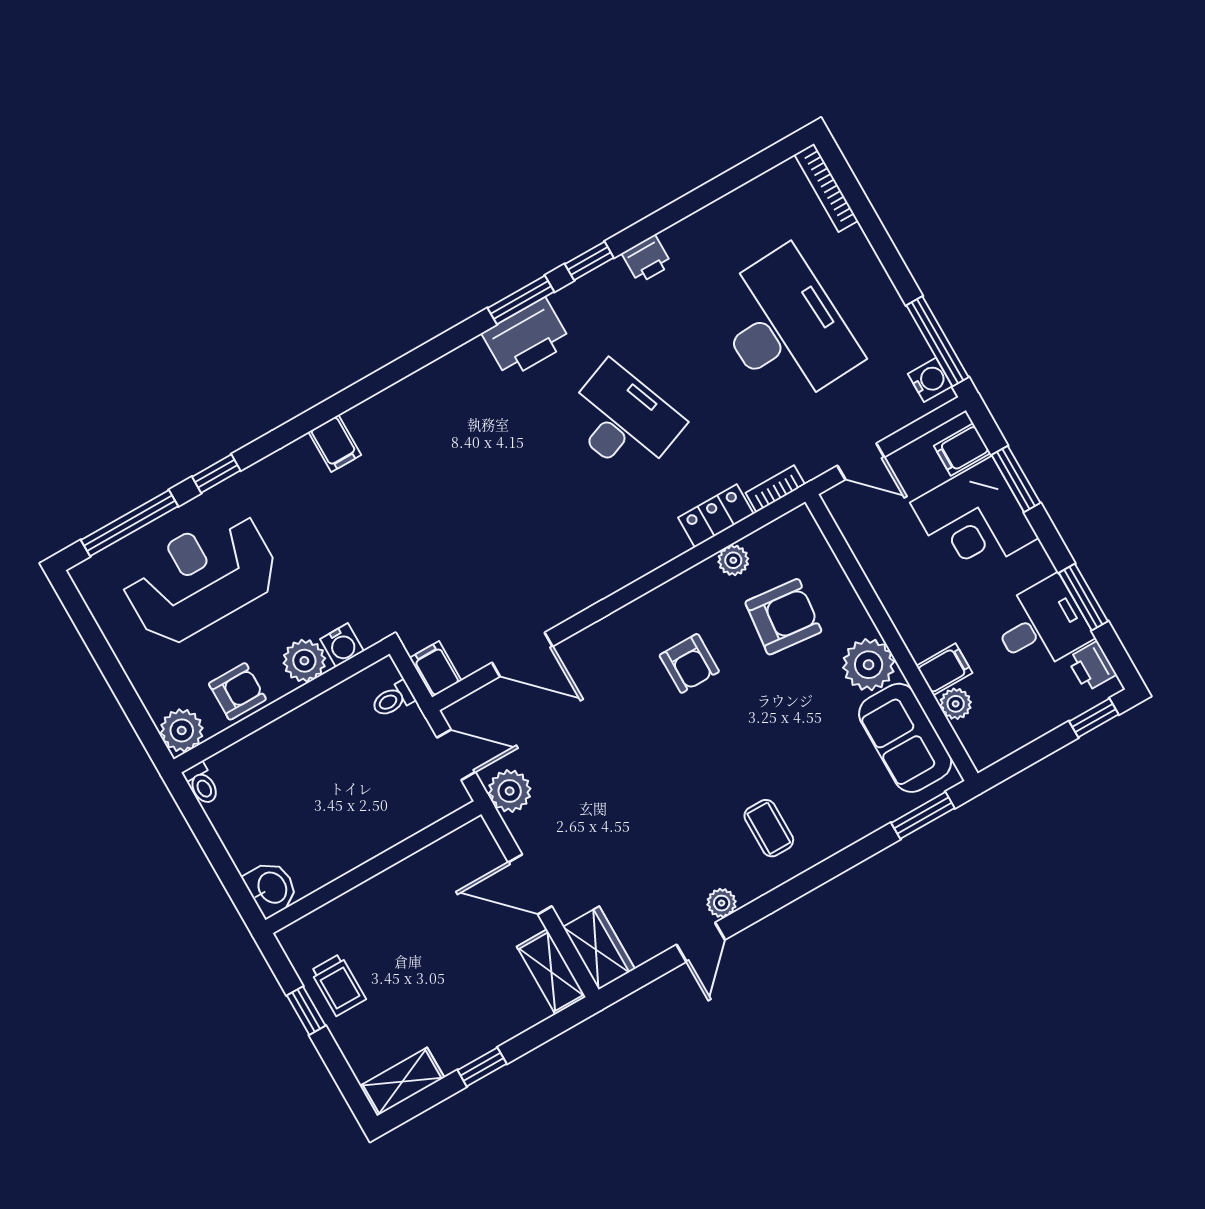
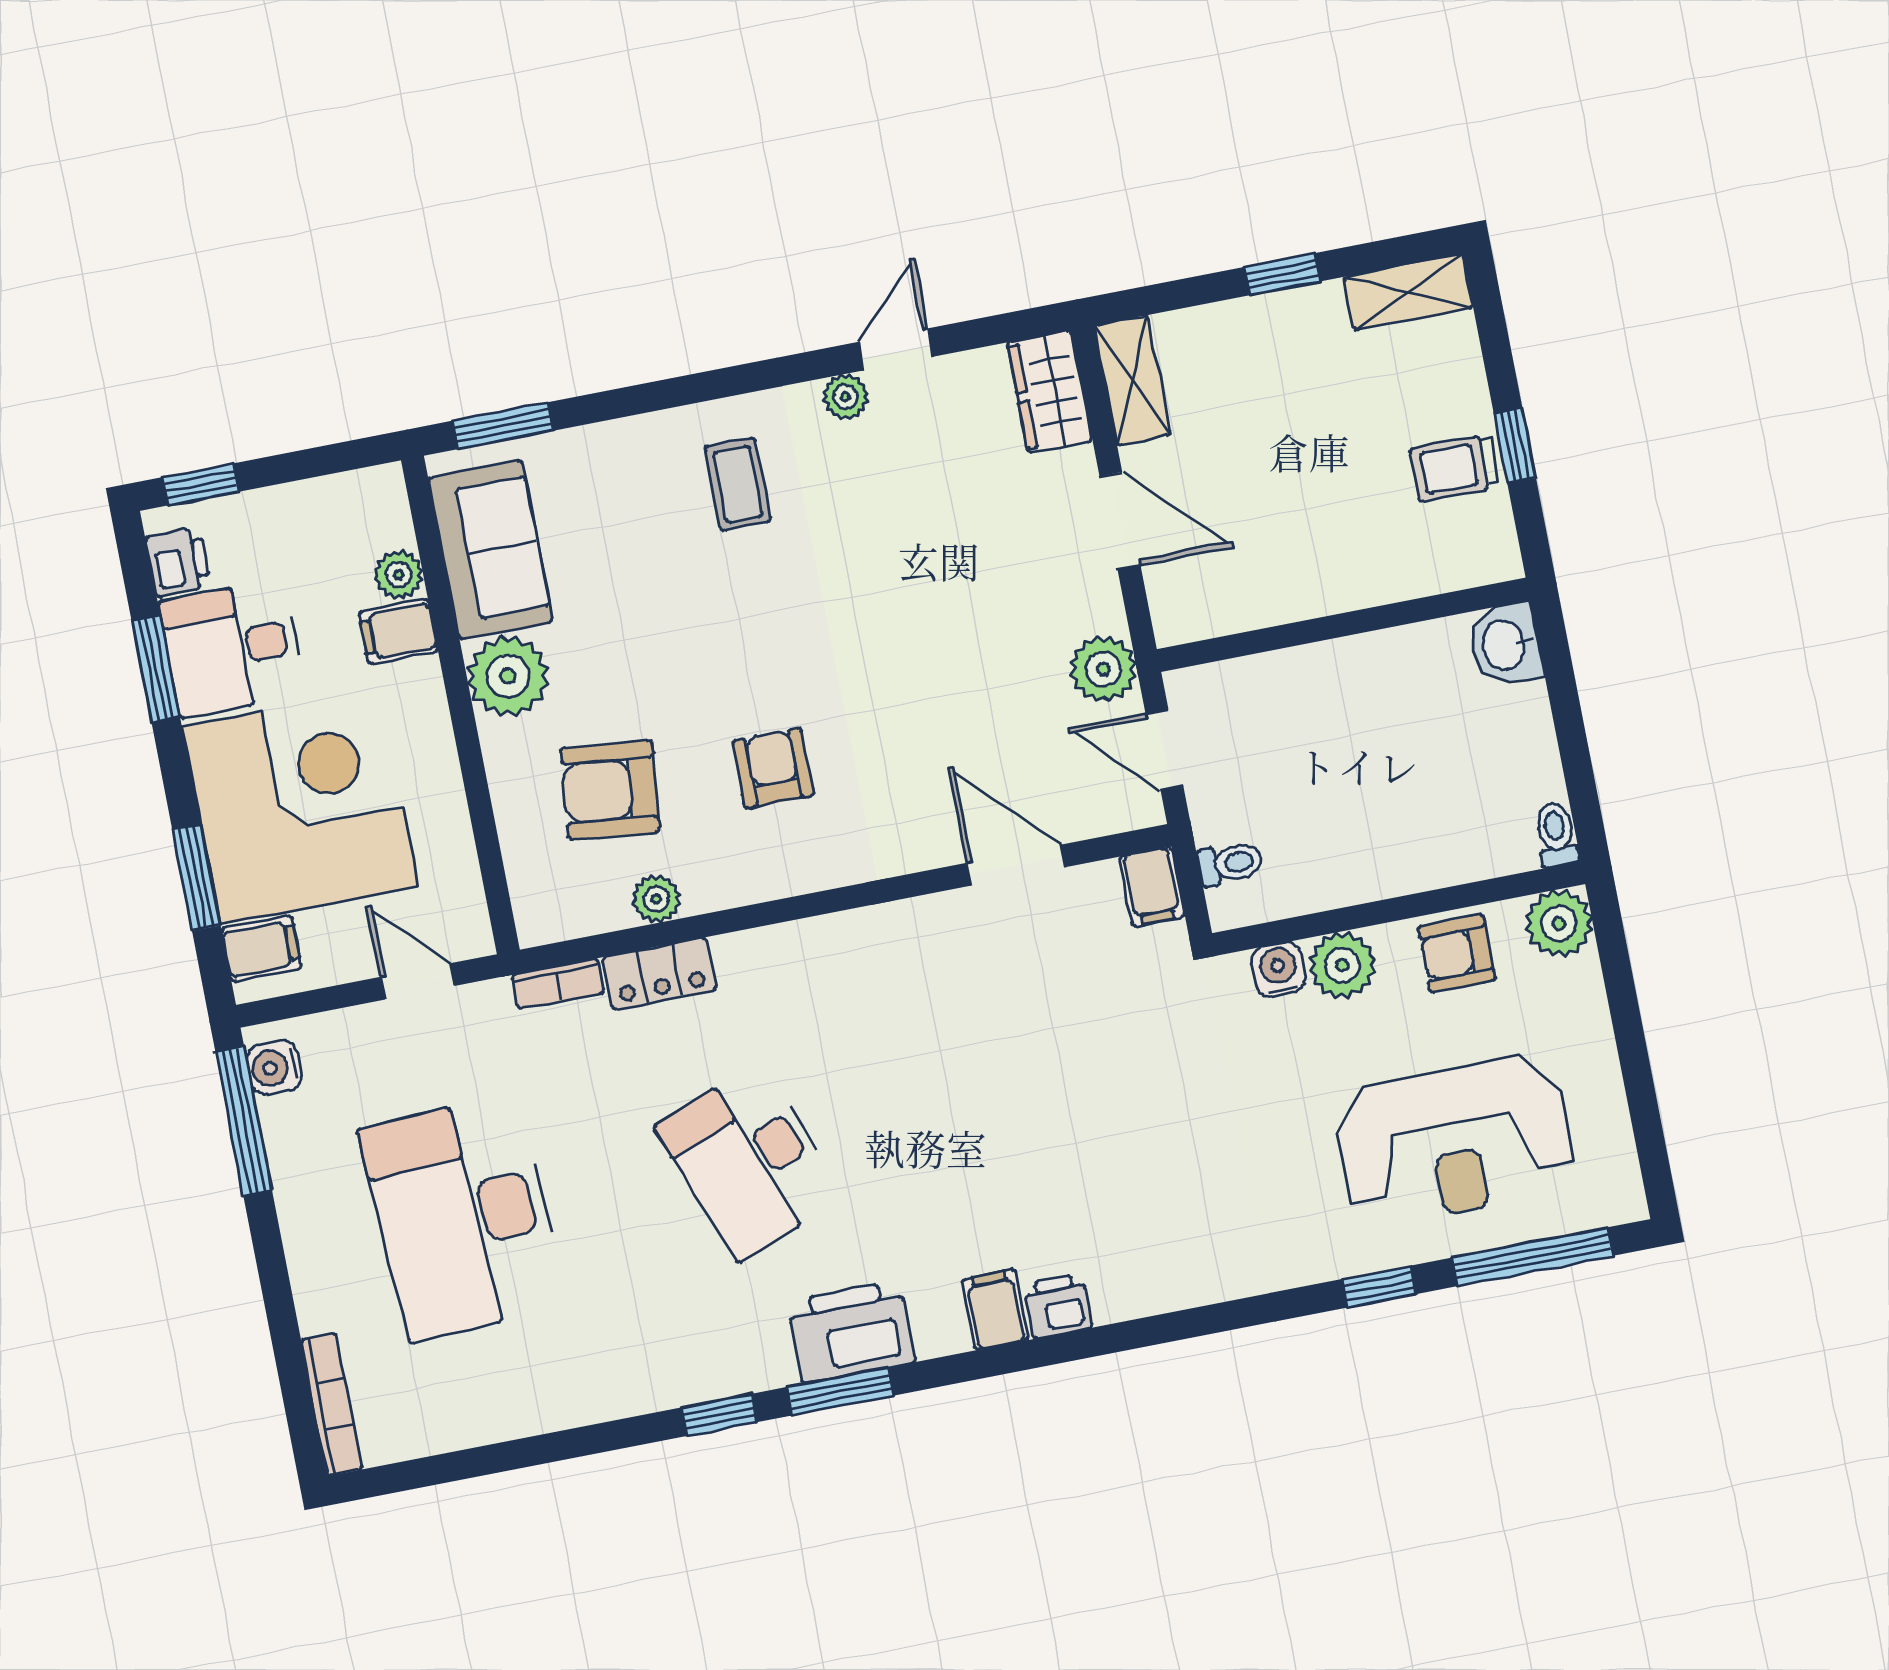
printer: (647, 259) -> (1058, 1306), moved
filing cabinet: (335, 443) -> (995, 1309), moved
corner desk: (974, 520) -> (300, 806), width x1.36, depth x1.36
trolley: (338, 985) -> (1455, 468), turned -90

